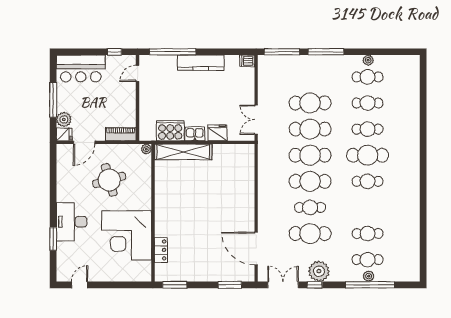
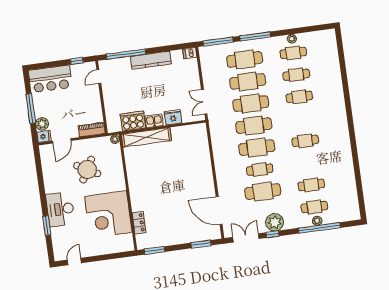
cafe table: (368, 155) -> (245, 59), moved
round table: (109, 180) -> (87, 170), turned 45

